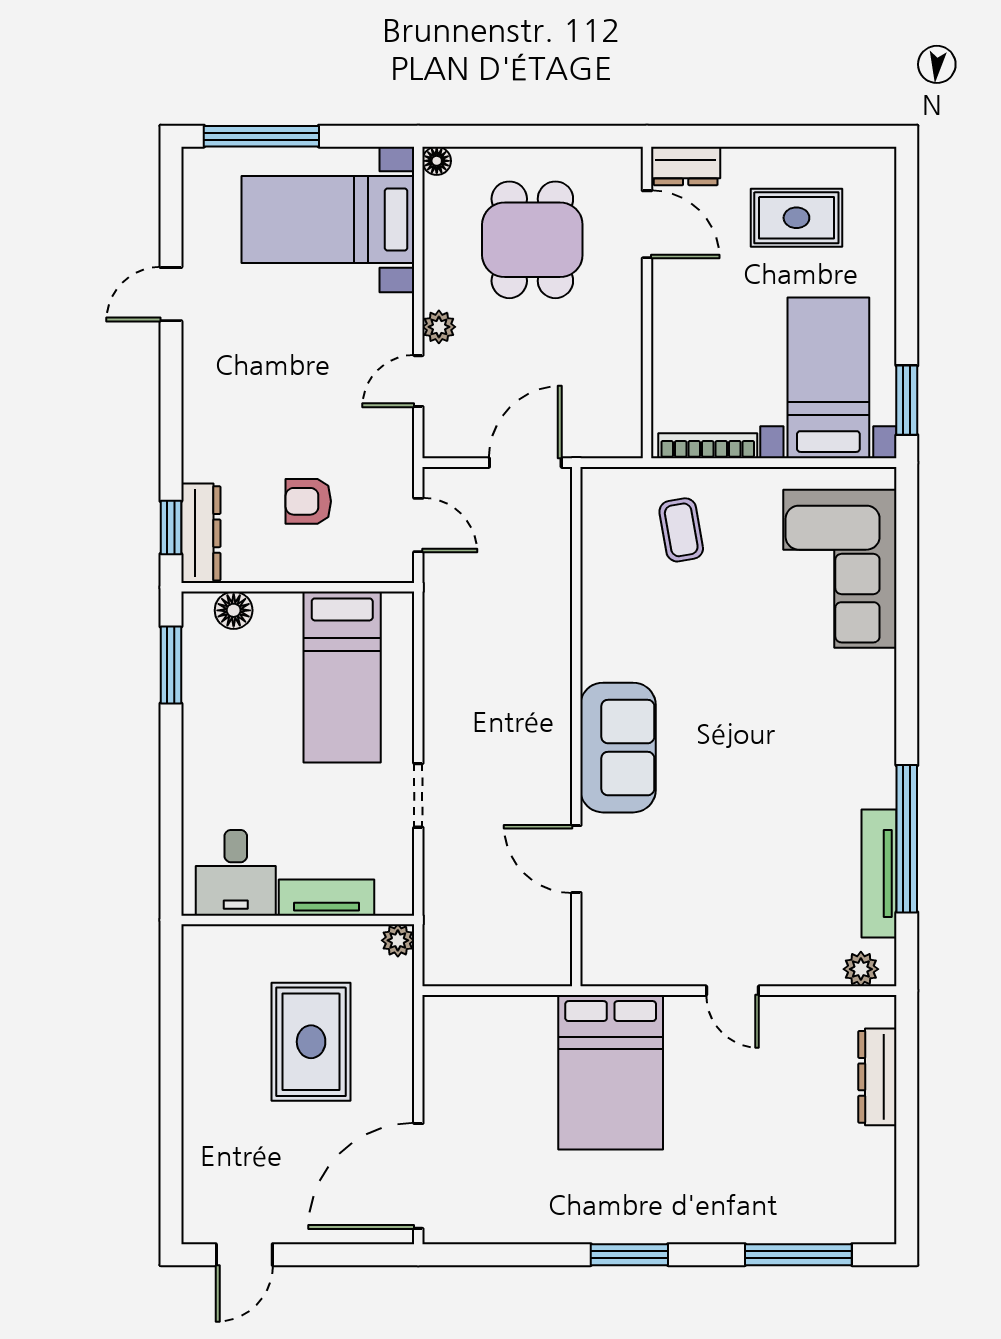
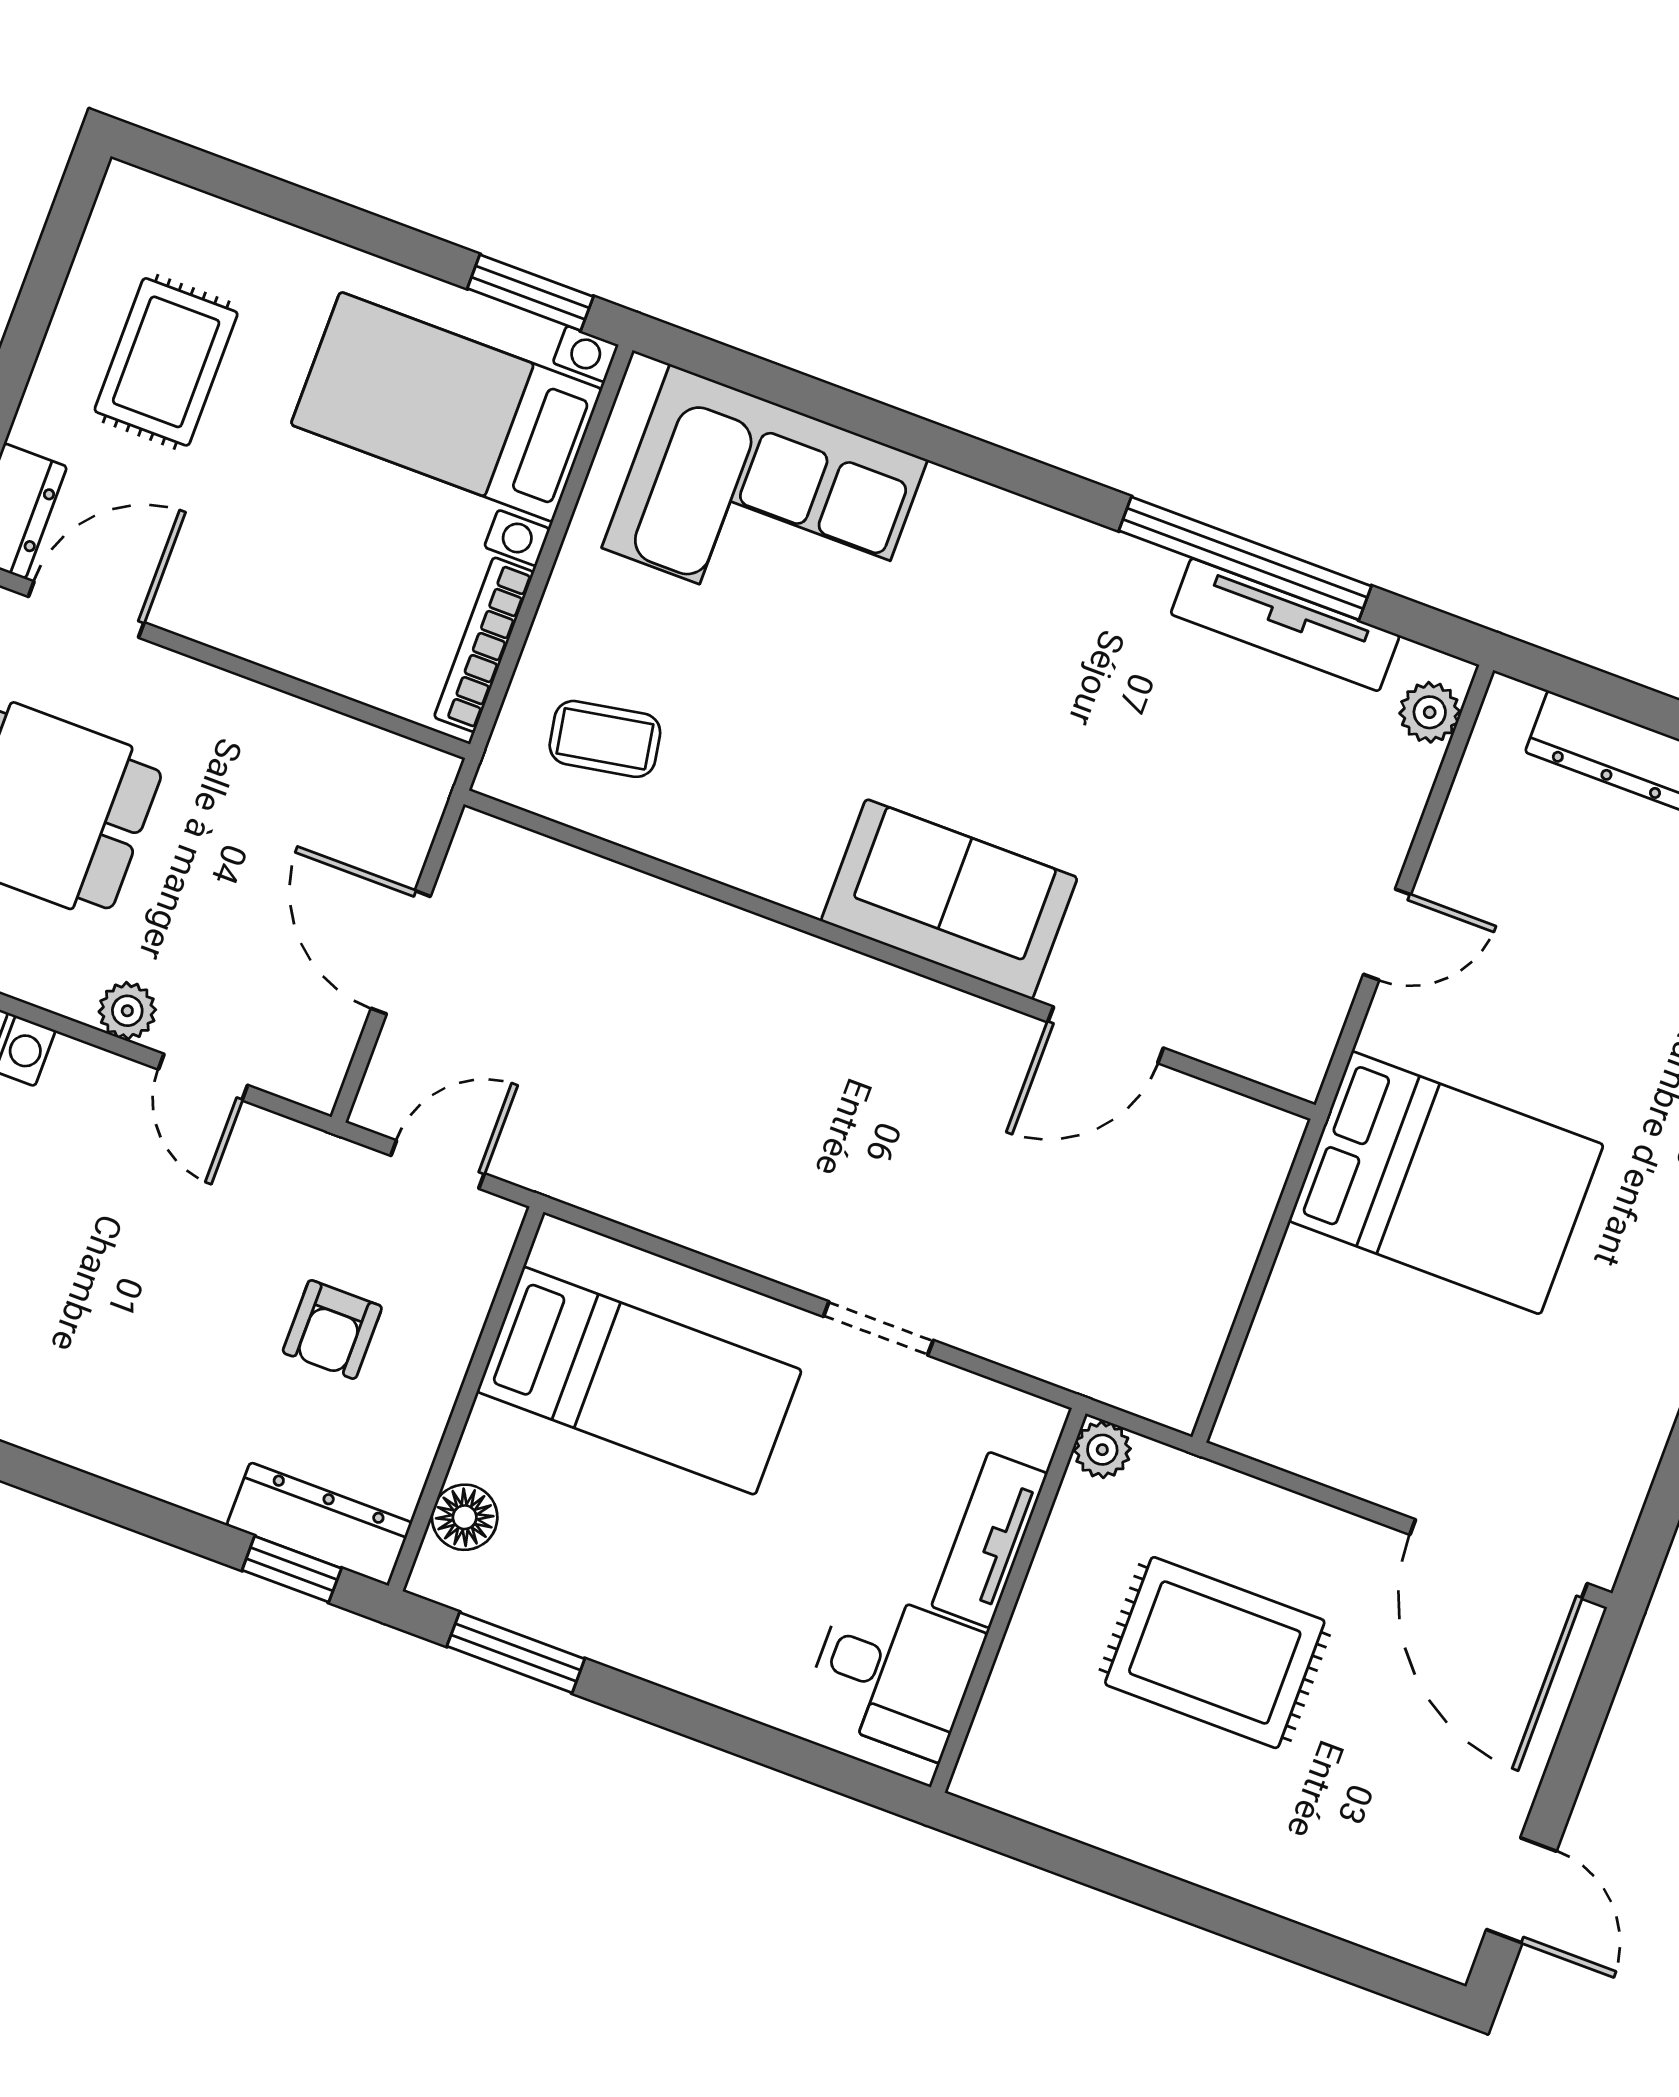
wall: (576, 727) -> (890, 955), moved
sofa: (618, 748) -> (949, 899), moved
door: (576, 859) -> (1106, 1035), moved

